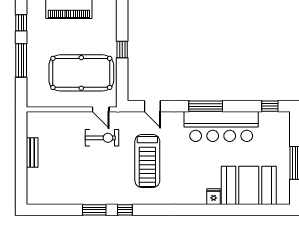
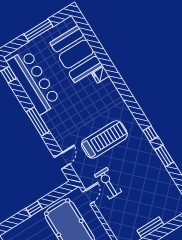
bar counter: (221, 127) -> (34, 82), moved

